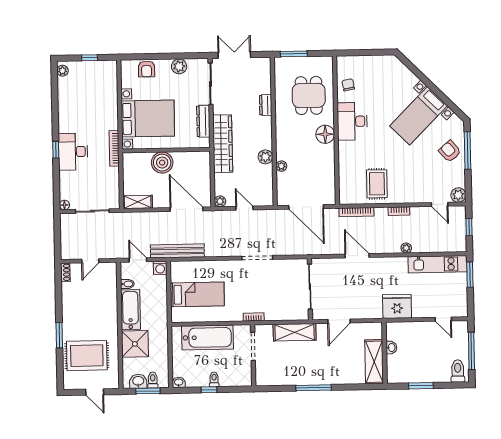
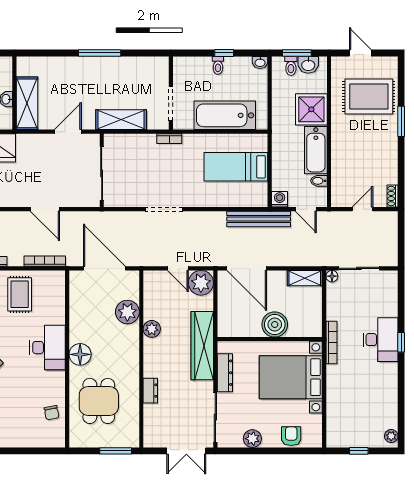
desk: (352, 121) -> (48, 348), moved
plant: (281, 166) -> (127, 312), width x1.88, depth x1.88
plant: (220, 201) -> (201, 283), width x1.88, depth x1.88
floor lamp: (64, 205) -> (332, 276), moved
shelving: (374, 362) -> (27, 103), moved

